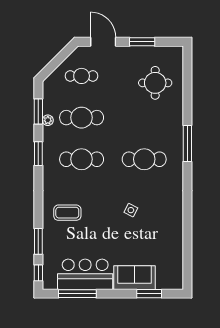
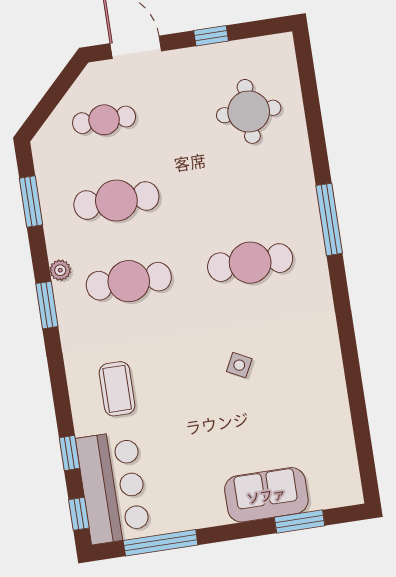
window: (142, 42) -> (211, 36), width x0.67
plant: (48, 120) -> (60, 270), moved
window: (38, 154) -> (47, 305), moved
coffee table: (67, 213) -> (117, 389), turned 90
window: (38, 241) -> (70, 453), width x0.67
bar counter: (85, 274) -> (113, 487), moved, turned 90

